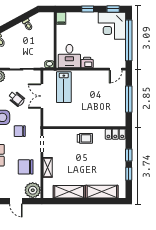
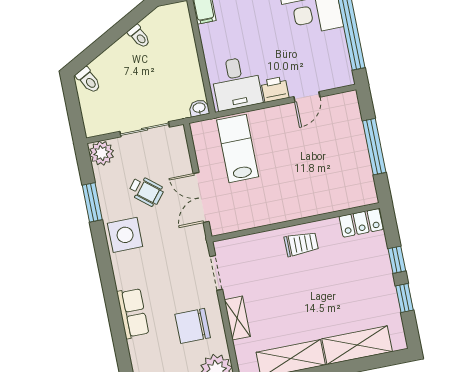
door: (116, 69) -> (307, 97), moved
lab bench: (64, 87) -> (238, 148), turned 180
double door: (42, 96) -> (201, 198), moved
chair: (20, 131) -> (166, 256), removed

